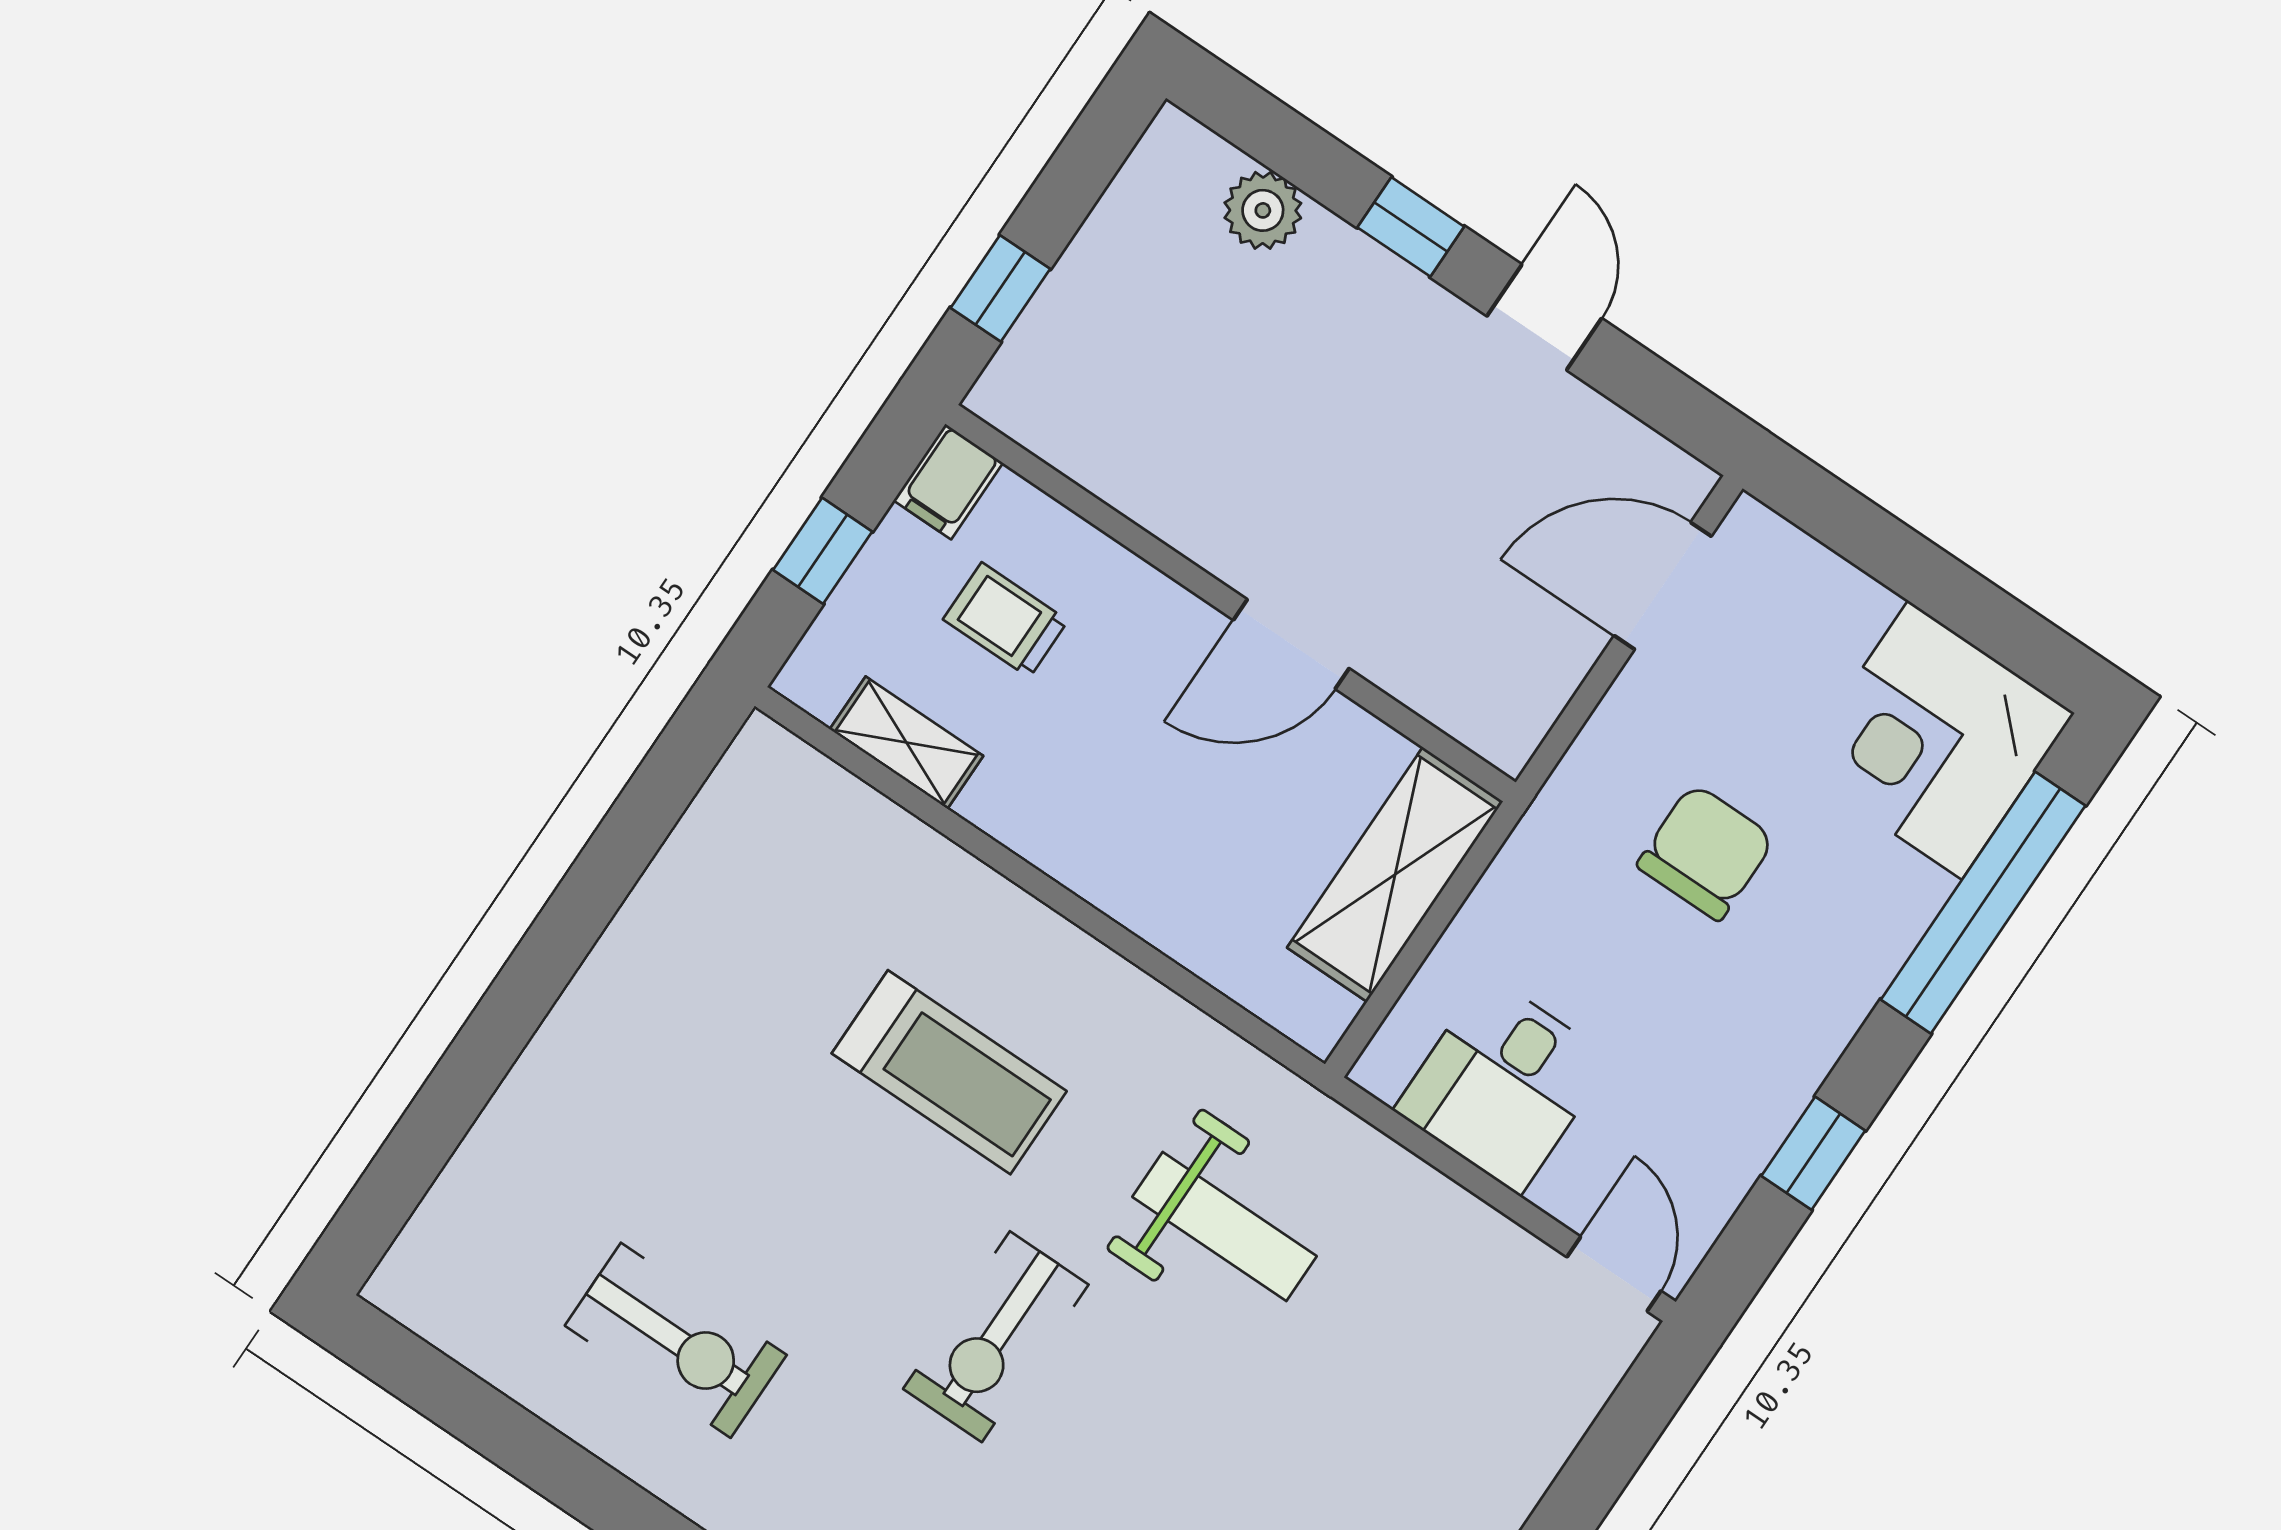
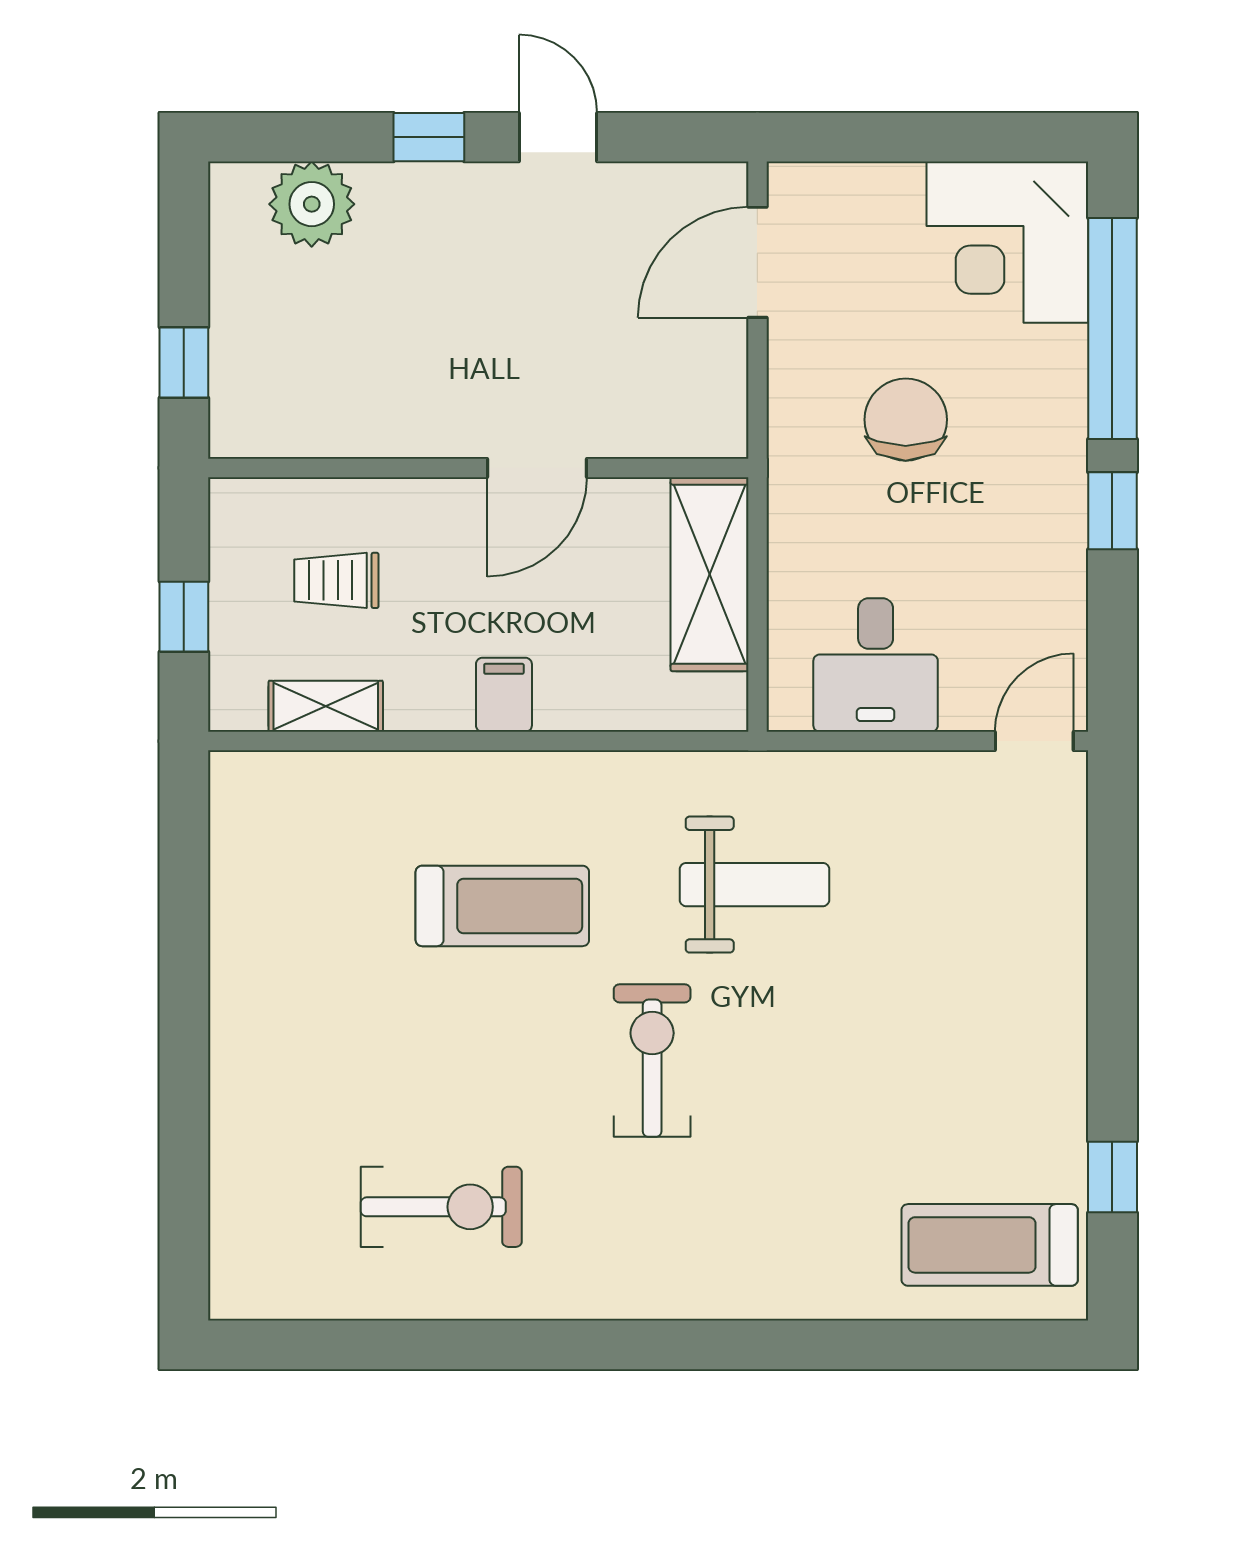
plant: (1263, 210) -> (312, 204), width x1.36, depth x1.36
filing cabinet: (948, 482) -> (504, 695), moved, turned 180
window: (1813, 1153) -> (1112, 511), moved
door: (1614, 1274) -> (1034, 741), hinge flipped
exercise bike: (996, 1337) -> (652, 1061), turned 180

